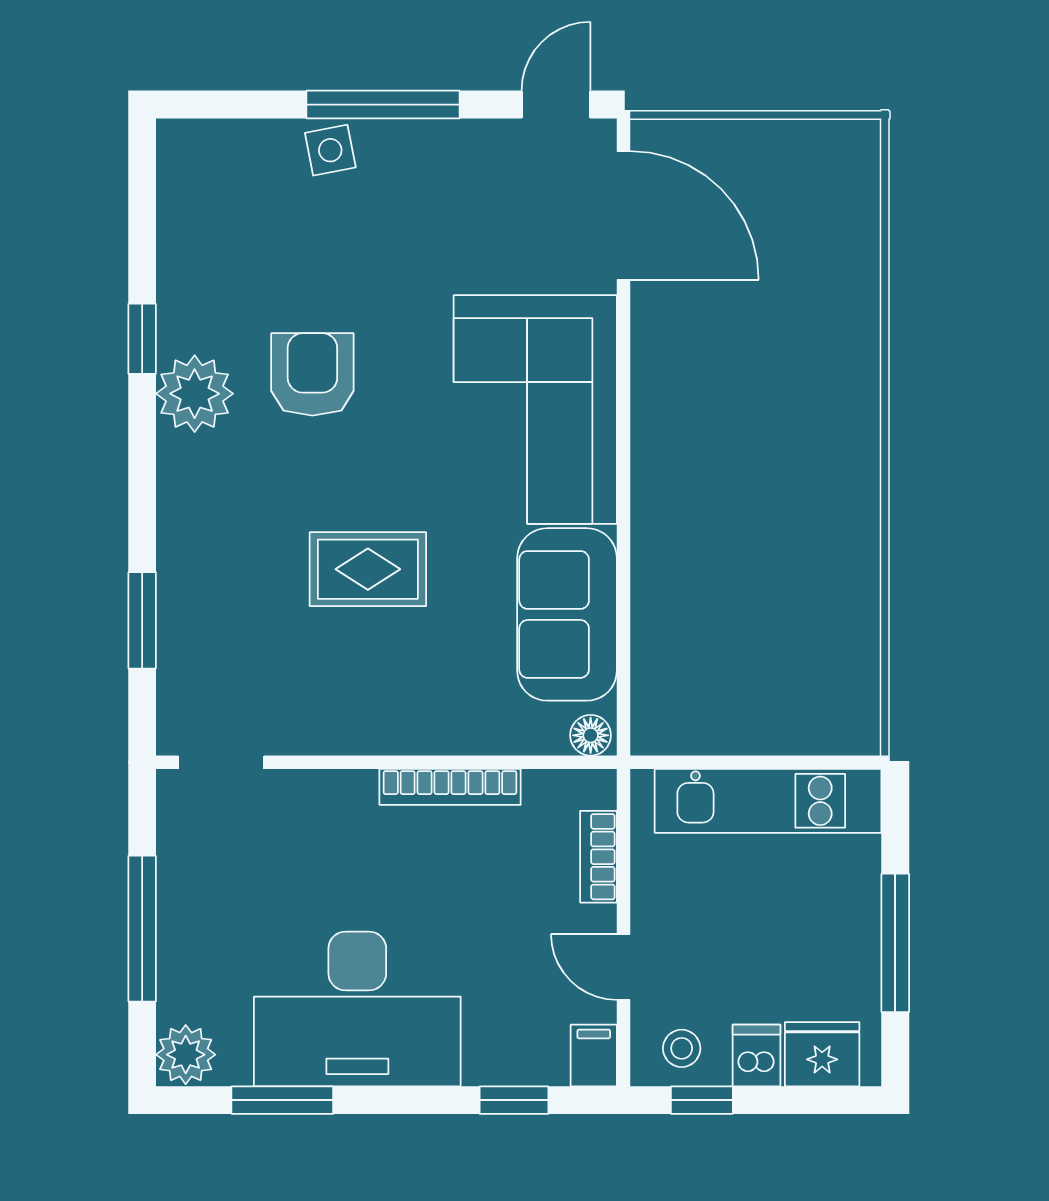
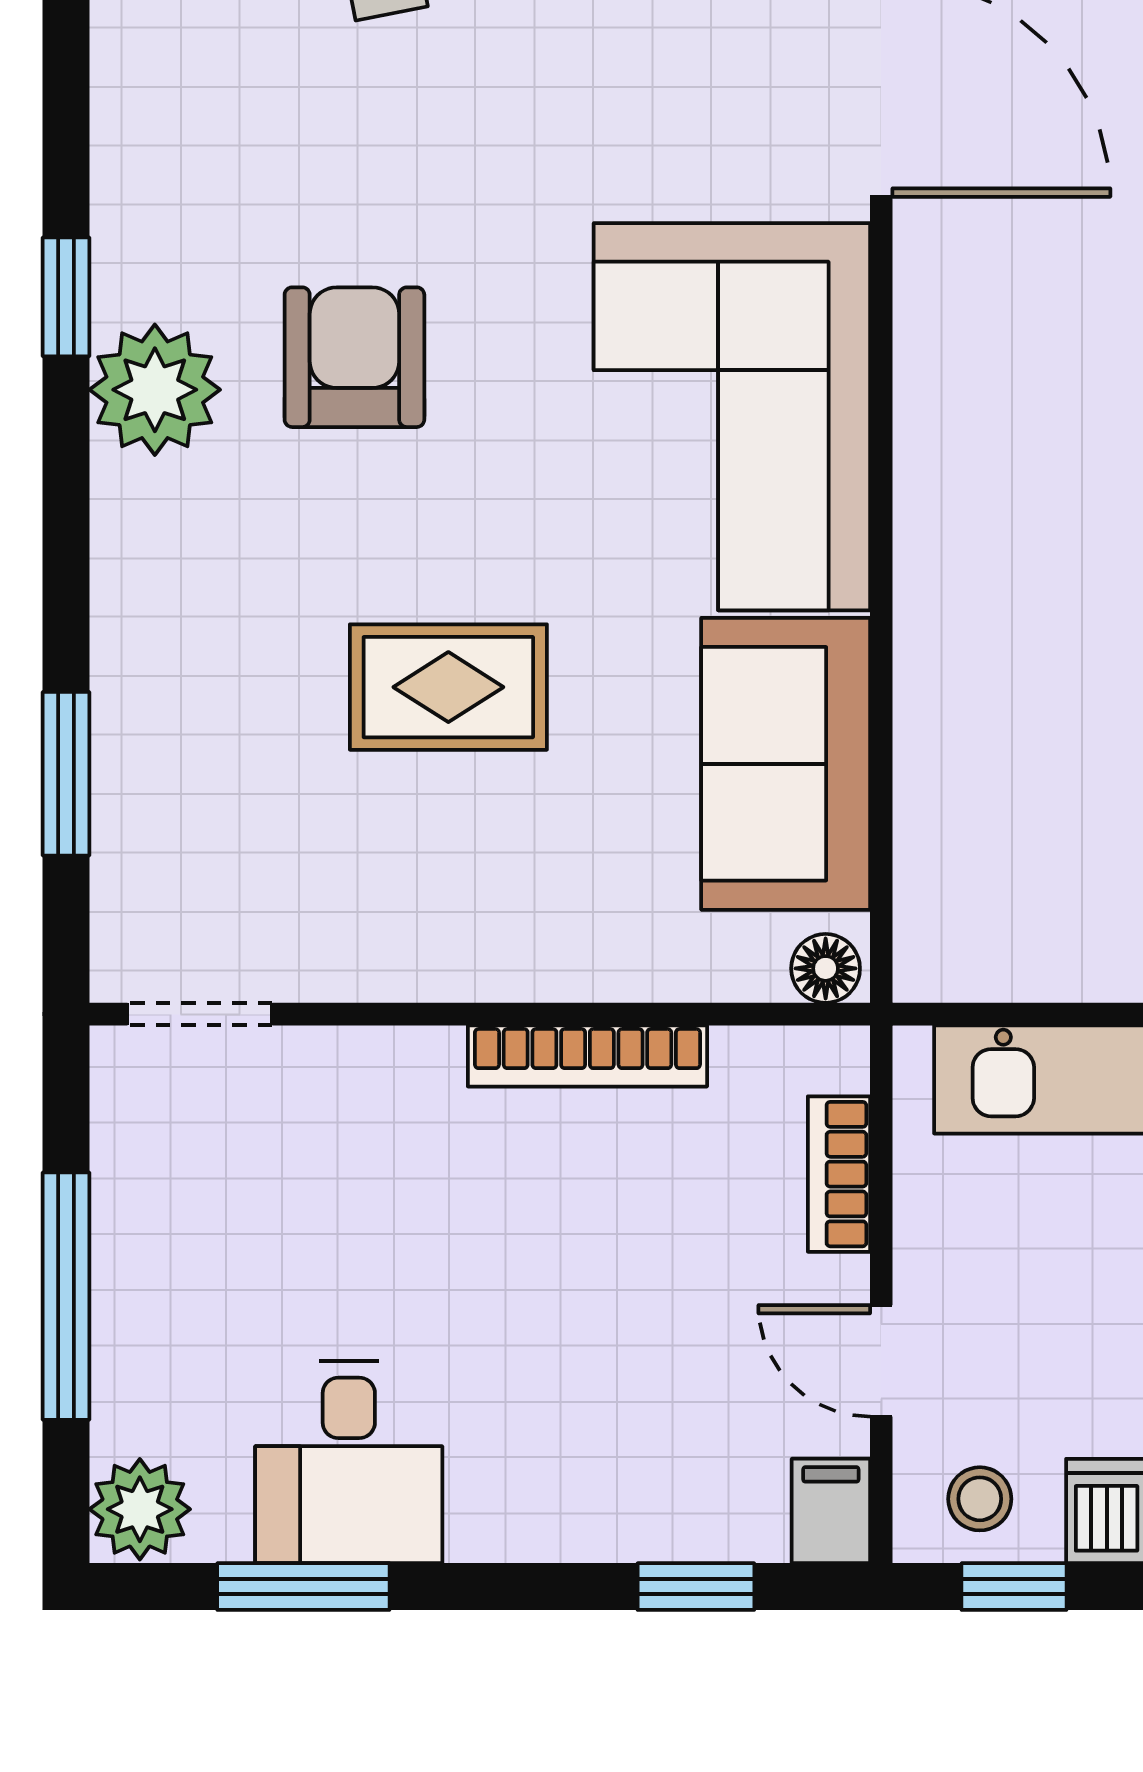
desk: (357, 1009) -> (349, 1462), width x0.53, depth x0.77

